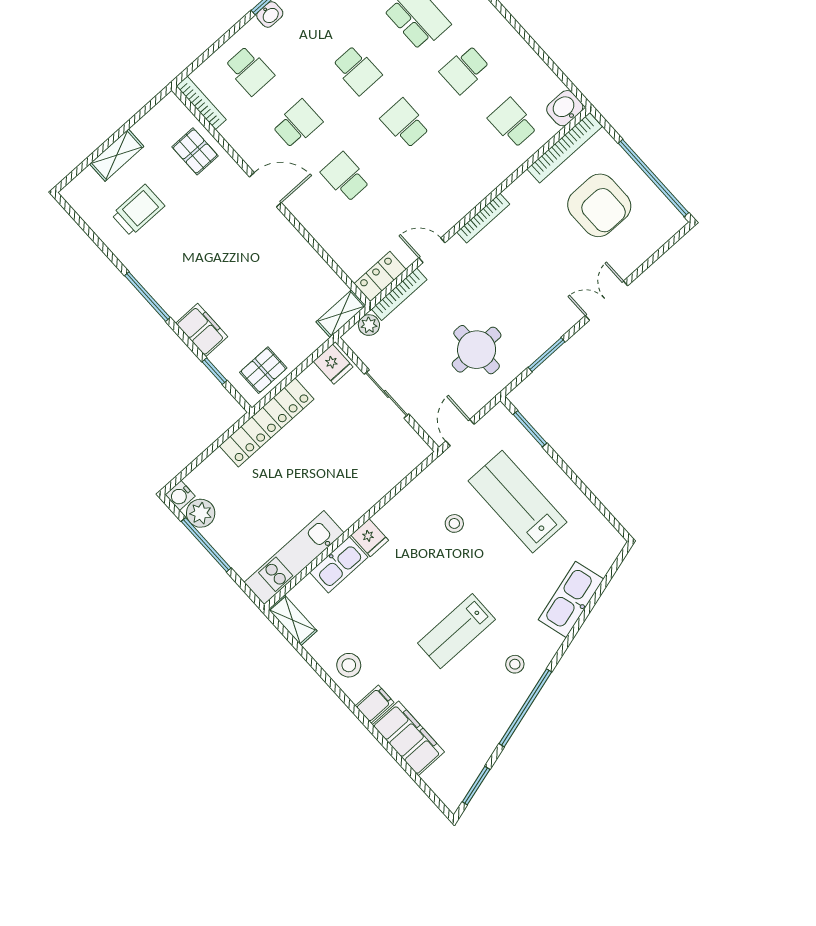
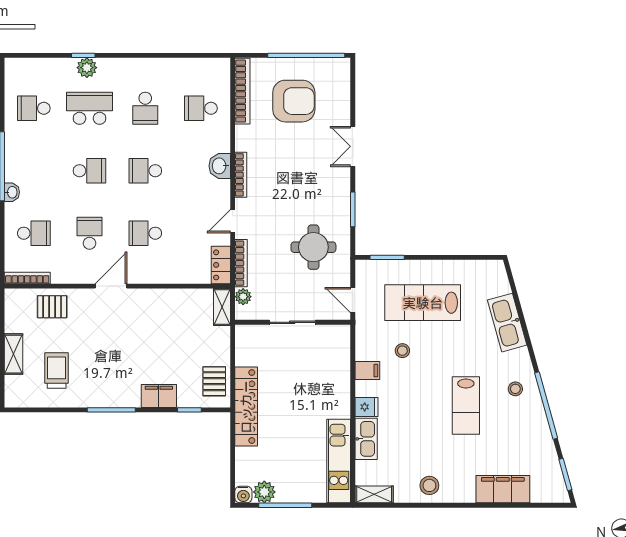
washbasin: (565, 108) -> (220, 166), moved
fridge: (333, 364) -> (247, 338), removed
filing cabinet: (375, 704) -> (367, 371), moved, turned 90

